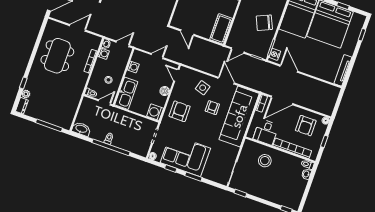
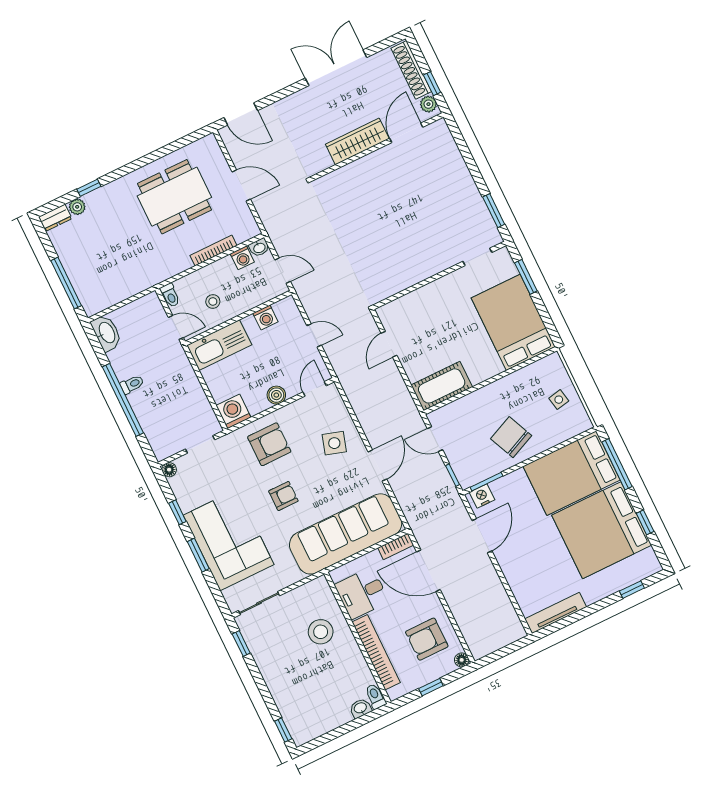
armchair: (212, 108) -> (283, 496), moved
corner sofa: (185, 155) -> (229, 540), moved

